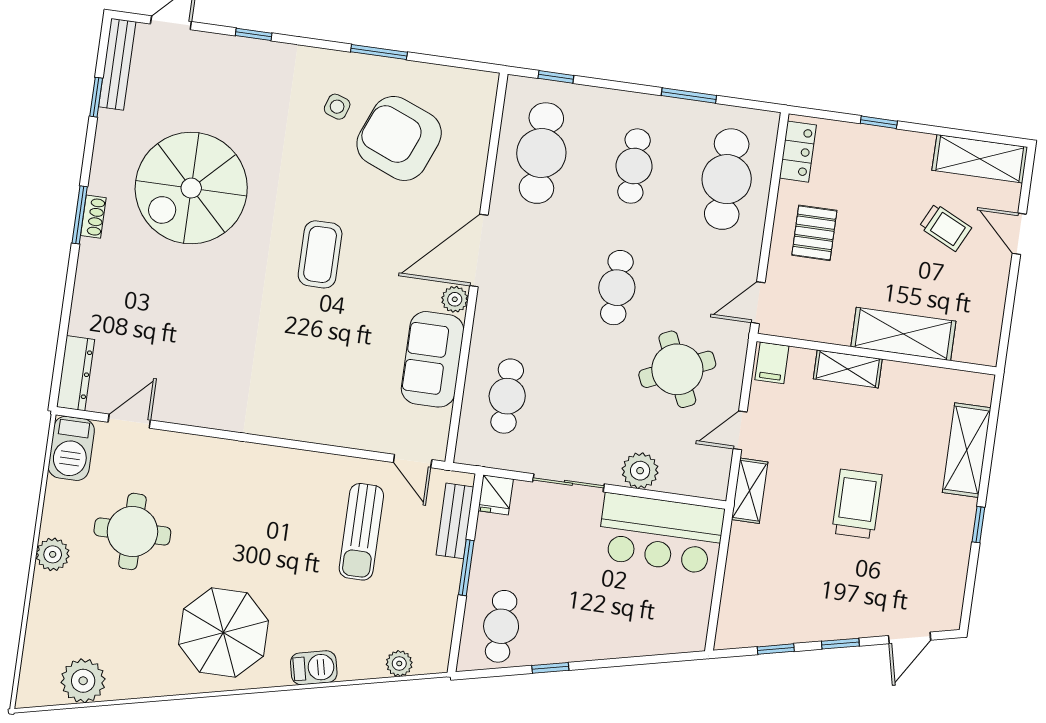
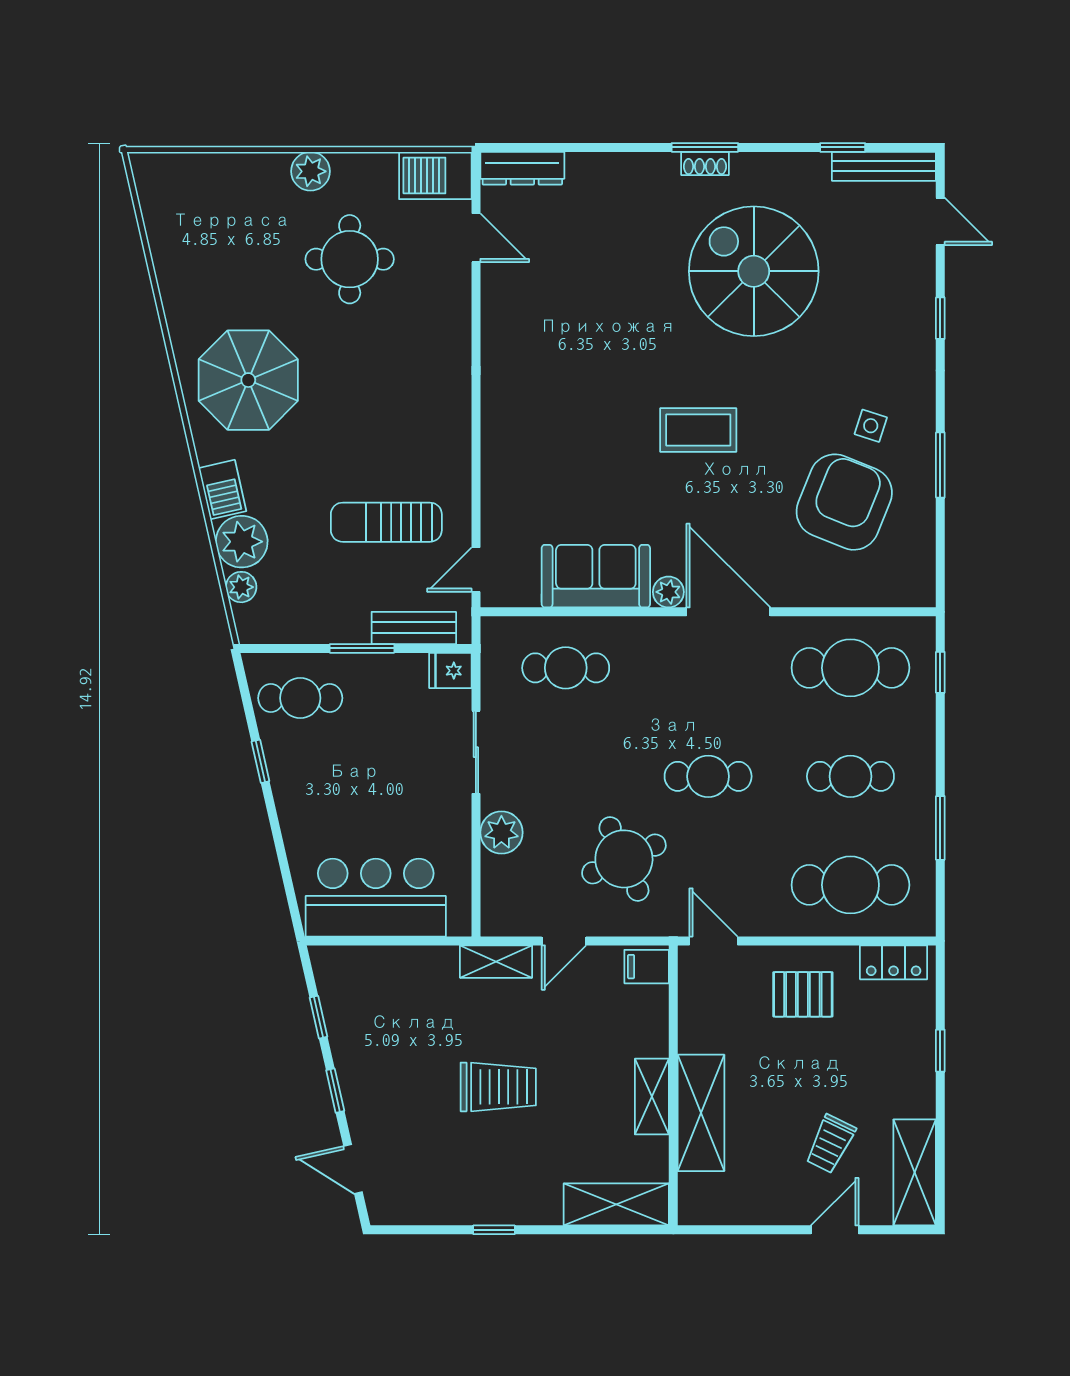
shelving: (848, 369) -> (652, 1097), moved
door: (740, 430) -> (564, 941), swing flipped
shelving: (967, 450) -> (616, 1204), moved
bar counter: (661, 534) -> (376, 898), moved, turned 90
plant: (83, 681) -> (242, 542), moved

